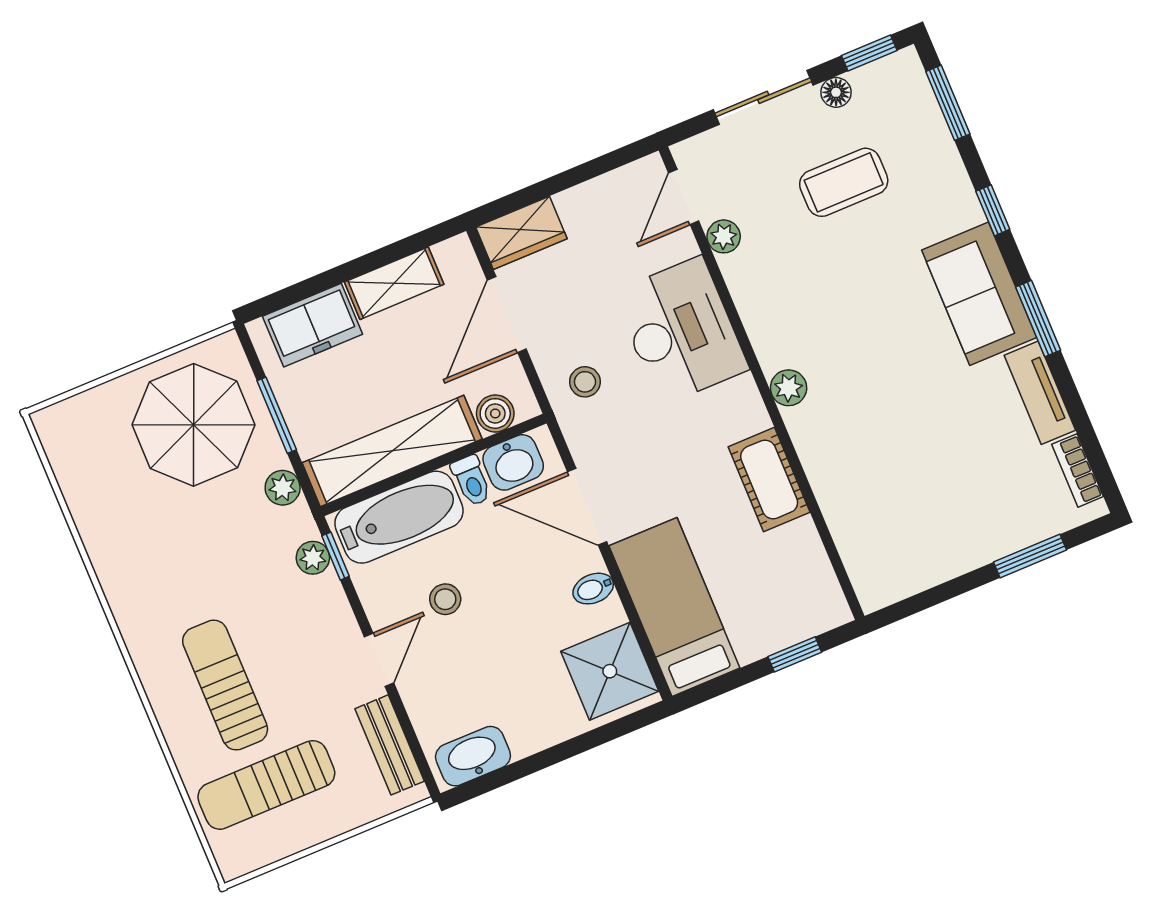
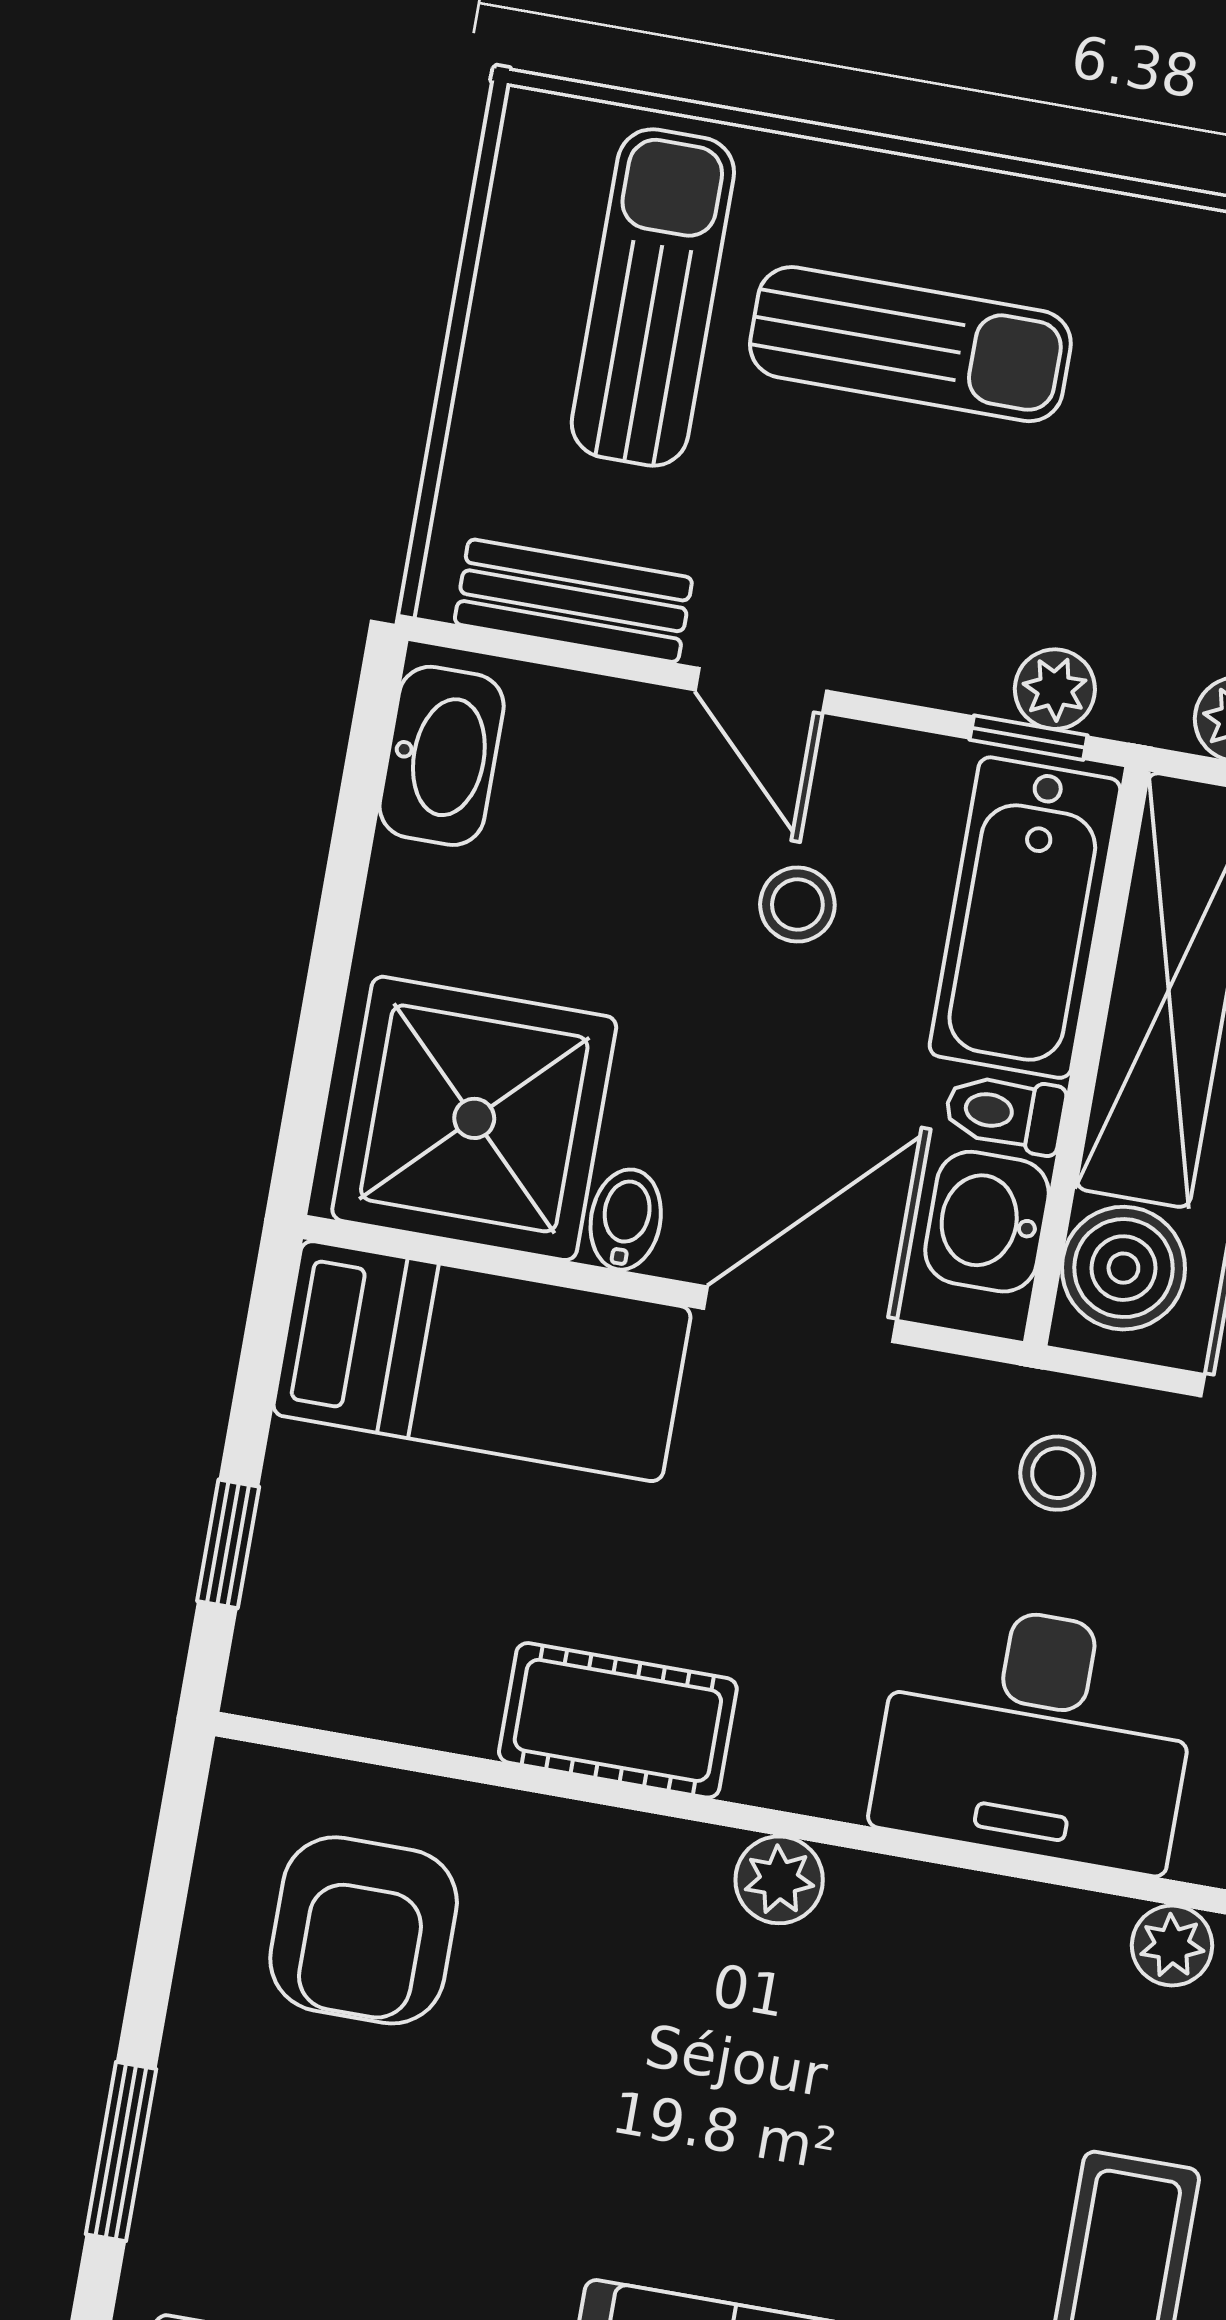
boiler: (495, 413) -> (1123, 1268), width x1.36, depth x1.36
armchair: (899, 521) -> (364, 1930), added
shower: (610, 671) -> (474, 1118), width x1.37, depth x1.37

